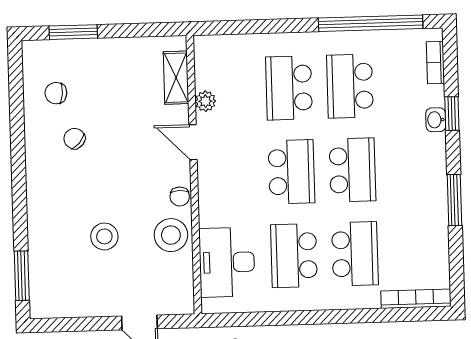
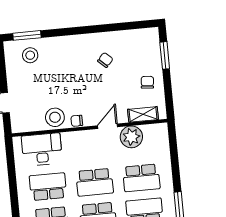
school desk: (289, 88) -> (141, 178), turned 180
chair: (56, 93) -> (147, 82), moved
plant: (205, 101) -> (131, 137), width x1.88, depth x1.88
stool: (104, 236) -> (30, 55), moved

